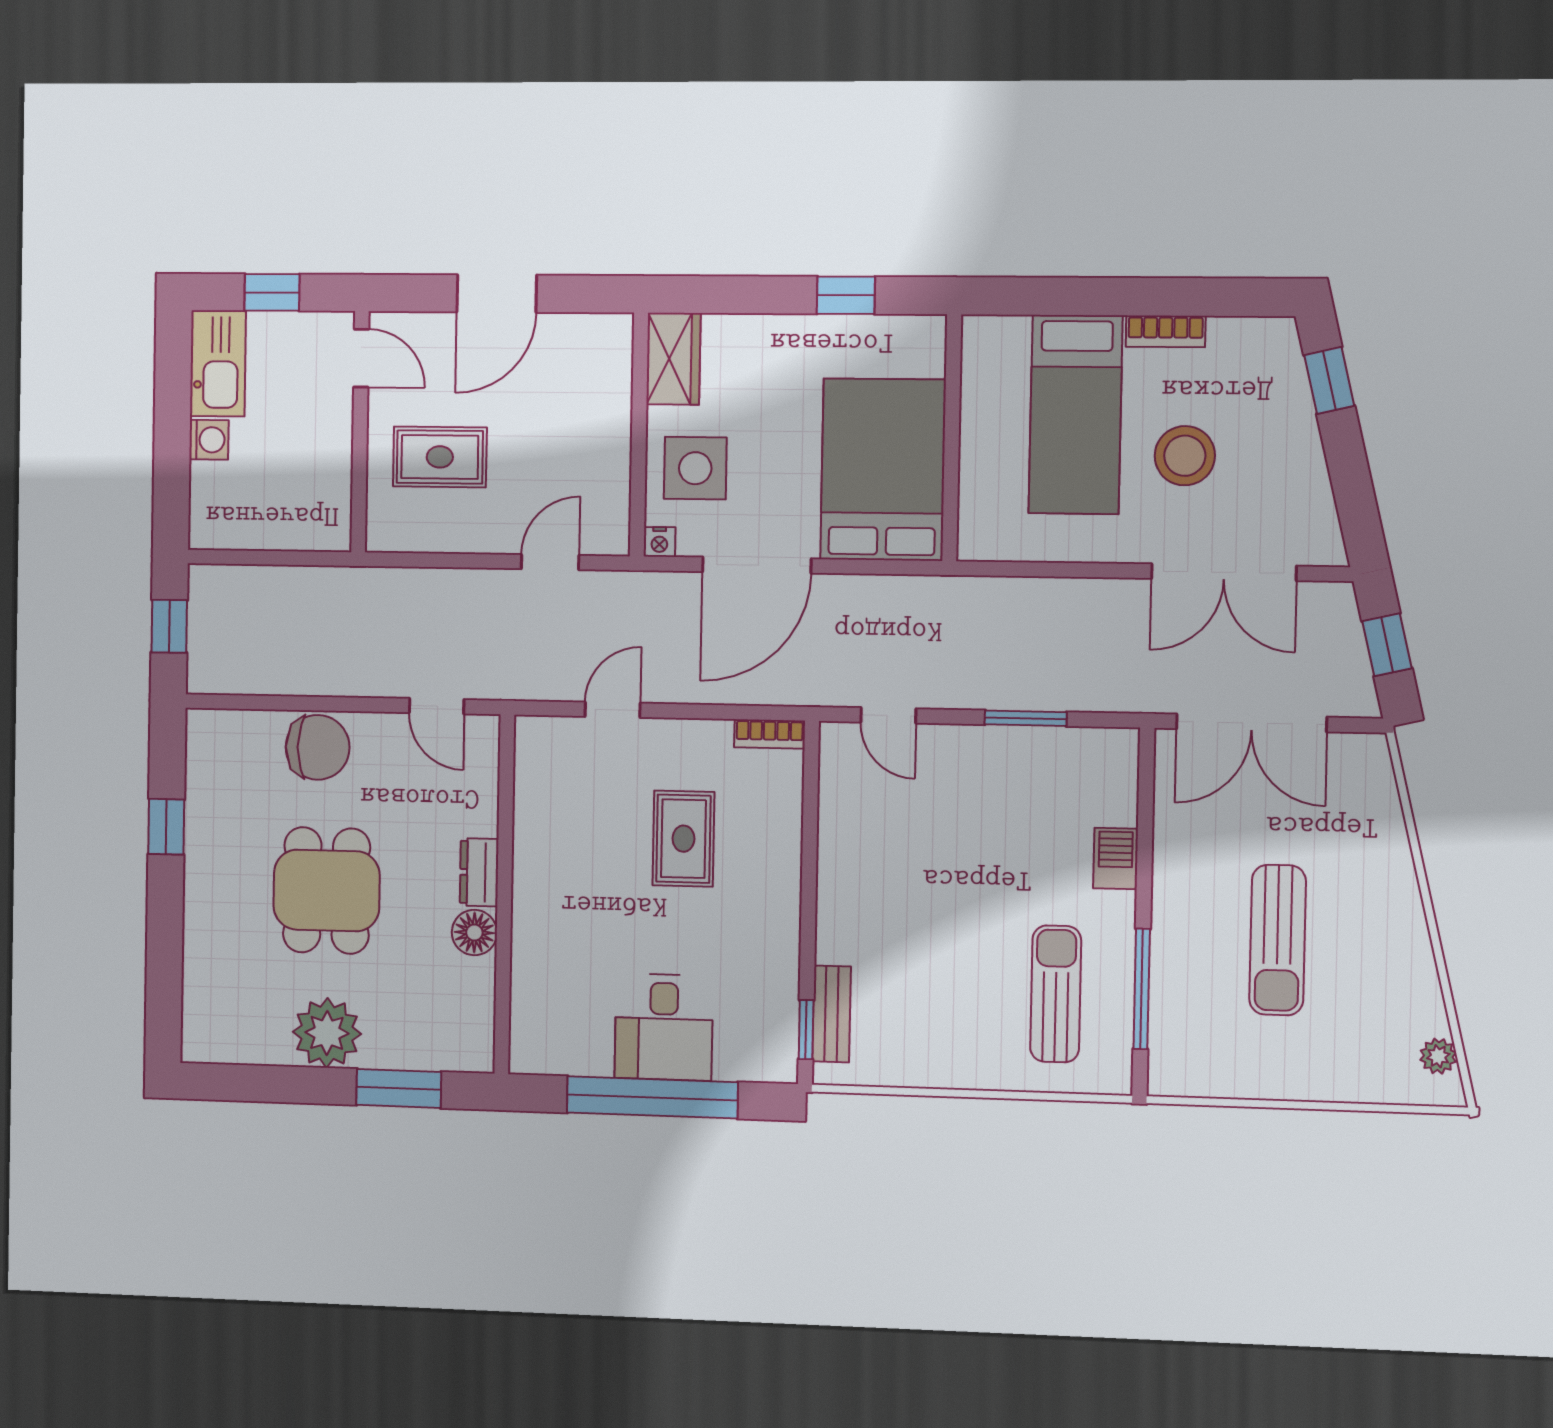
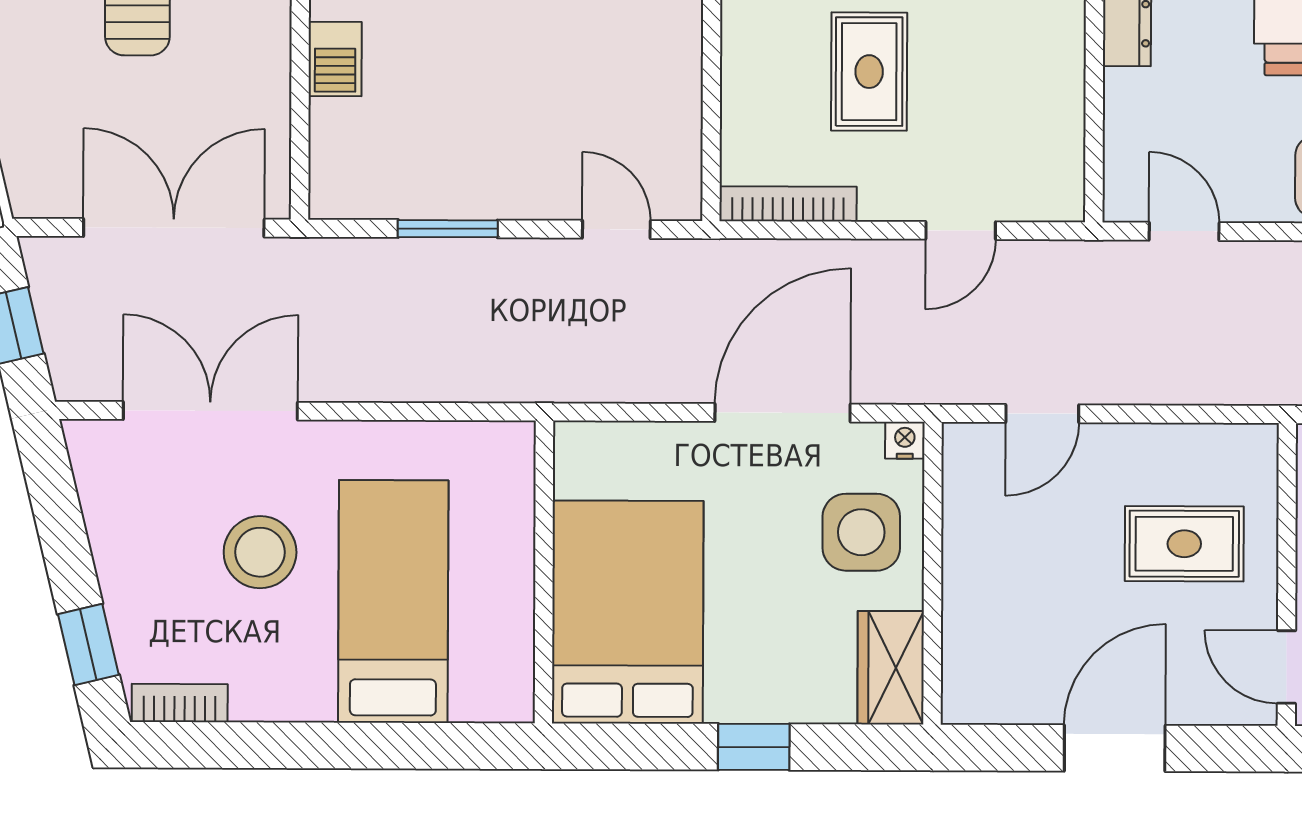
window: (846, 295) -> (754, 747), moved
bookcase: (1166, 331) -> (180, 703), moved
bed: (883, 470) -> (628, 612), moved, turned 180
bookcase: (770, 734) -> (788, 204), width x1.56

